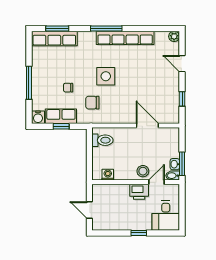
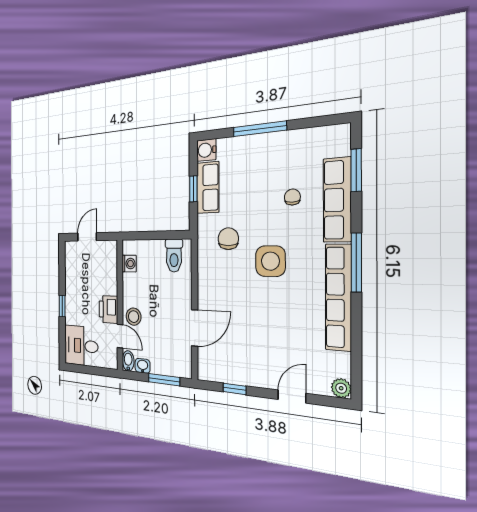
row of seats: (54, 38) -> (337, 200), moved
chair: (68, 88) -> (292, 197), moved
window: (182, 164) -> (164, 380), moved

